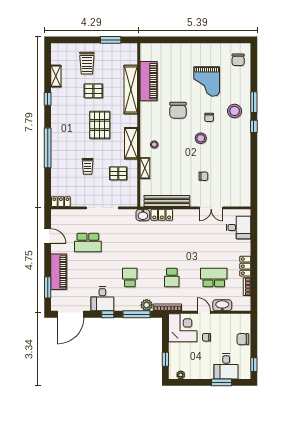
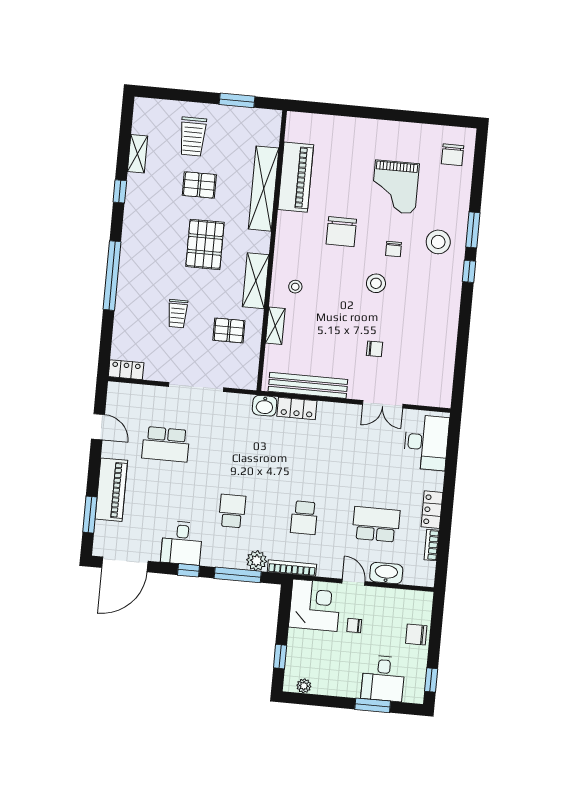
desk: (238, 228) -> (426, 442), width x1.37

